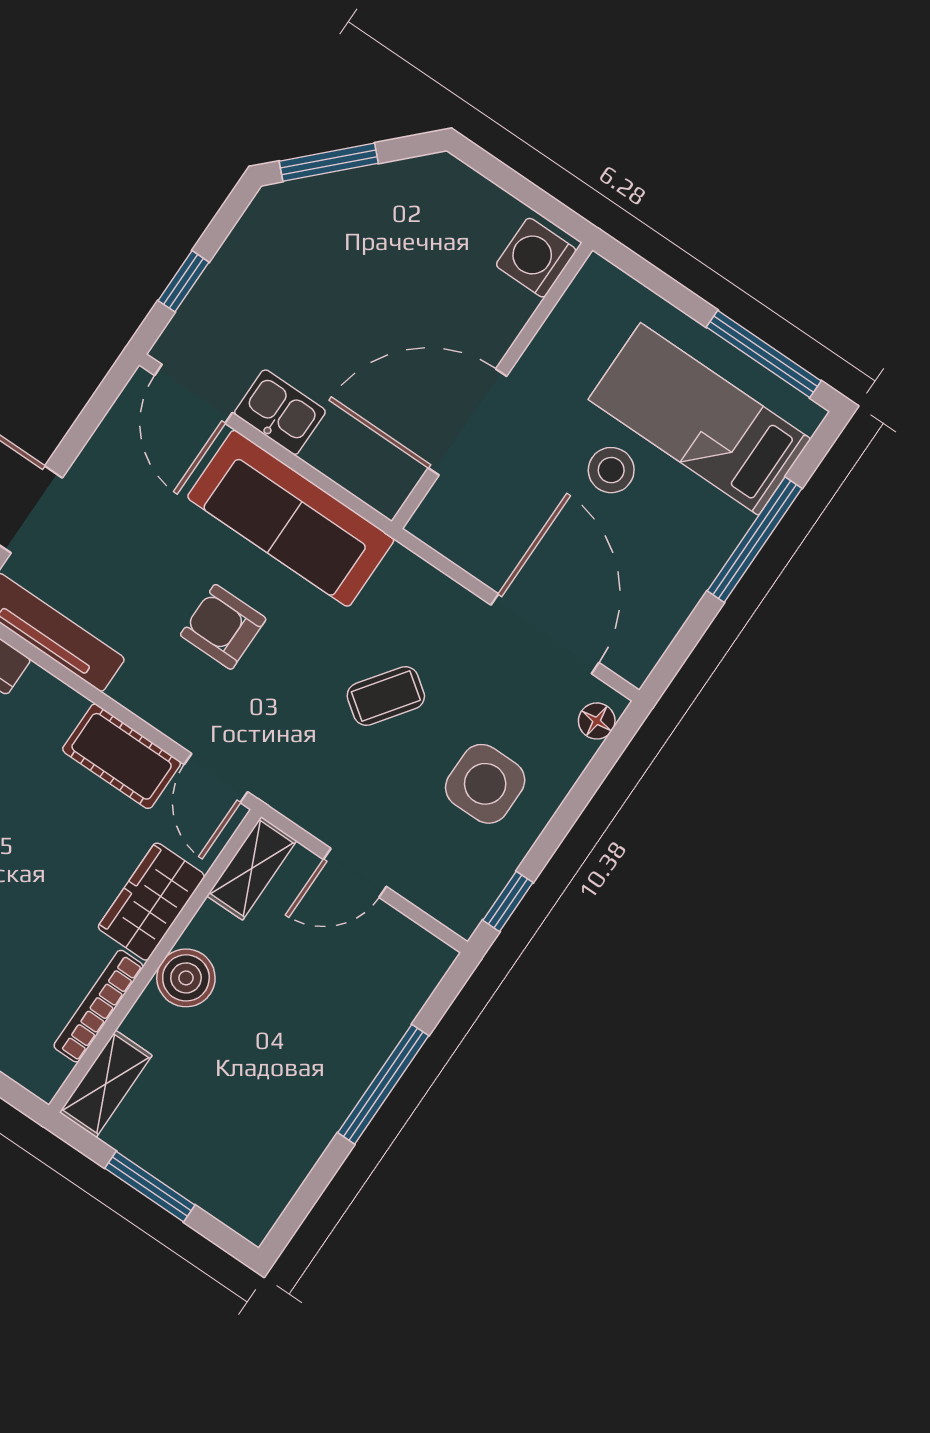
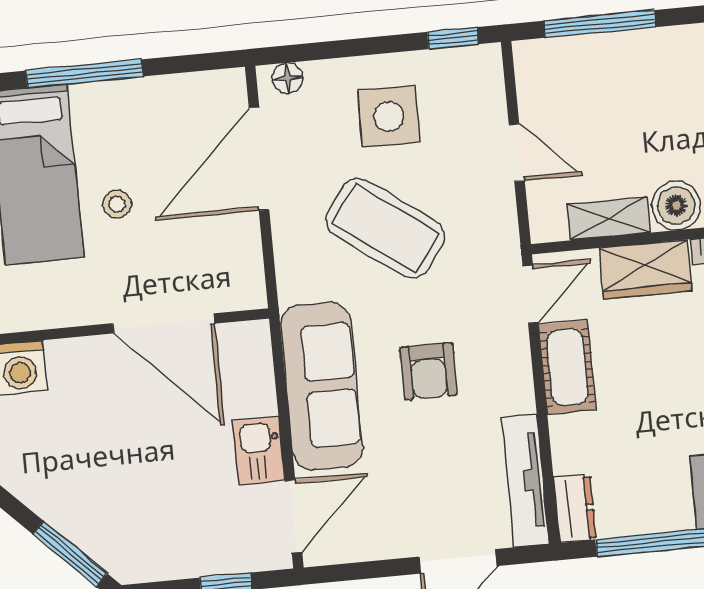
stool: (611, 470) -> (117, 204), width x0.73, depth x0.73
coffee table: (386, 696) -> (385, 228), width x1.86, depth x1.72
shelving: (252, 868) -> (609, 218), moved
window: (383, 1084) -> (600, 24), moved

